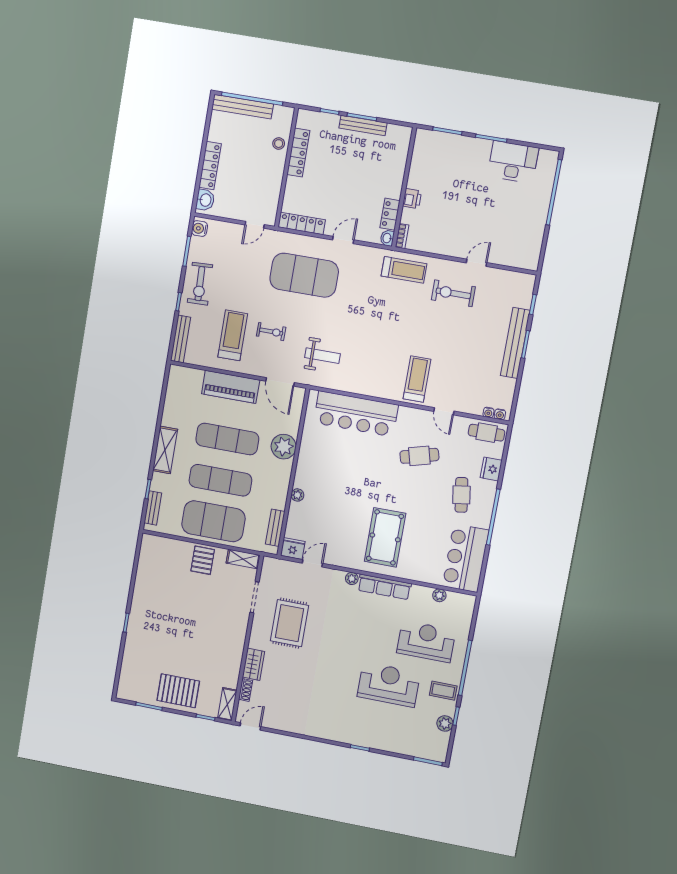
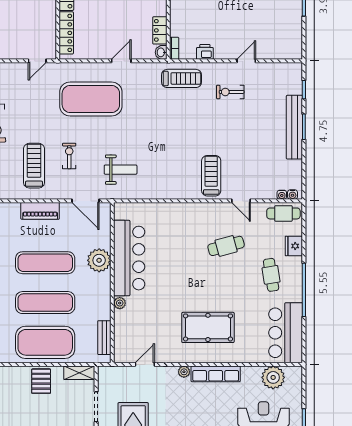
printer: (412, 199) -> (205, 52), moved, turned -90
locker: (302, 223) -> (66, 33), moved, turned 90
exercise bike: (453, 293) -> (230, 92), width x0.73, depth x0.72
exercise bike: (271, 332) -> (69, 156), turned -90
piano: (231, 387) -> (40, 211), width x0.73, depth x0.75
bar counter: (356, 414) -> (129, 258), moved, turned -90
pool table: (385, 537) -> (208, 327), turned 90
fridge: (293, 549) -> (124, 354), removed
plant: (439, 595) -> (273, 377), width x1.88, depth x1.88

